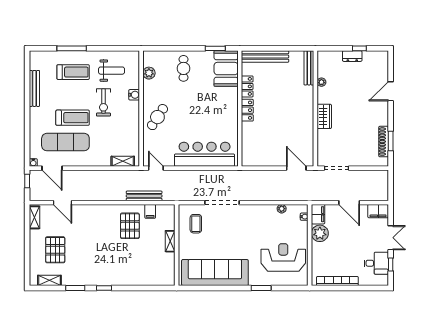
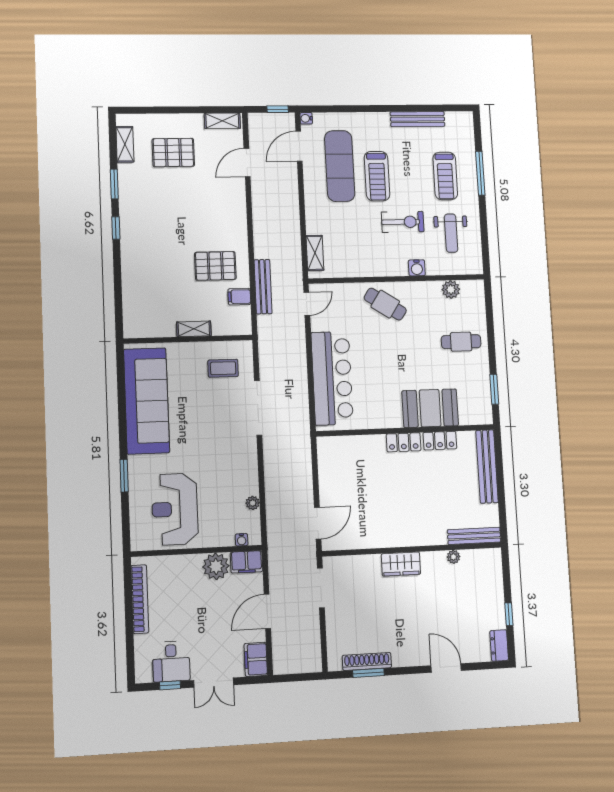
dresser: (352, 56) -> (499, 646), moved
booth: (226, 69) -> (430, 408), moved
exercise bike: (103, 102) -> (403, 222), turned 180
reception desk: (283, 257) -> (175, 509), turned 180

